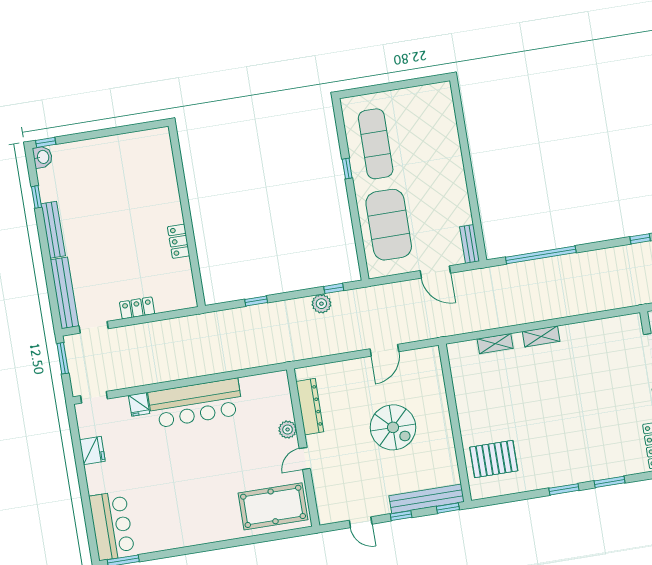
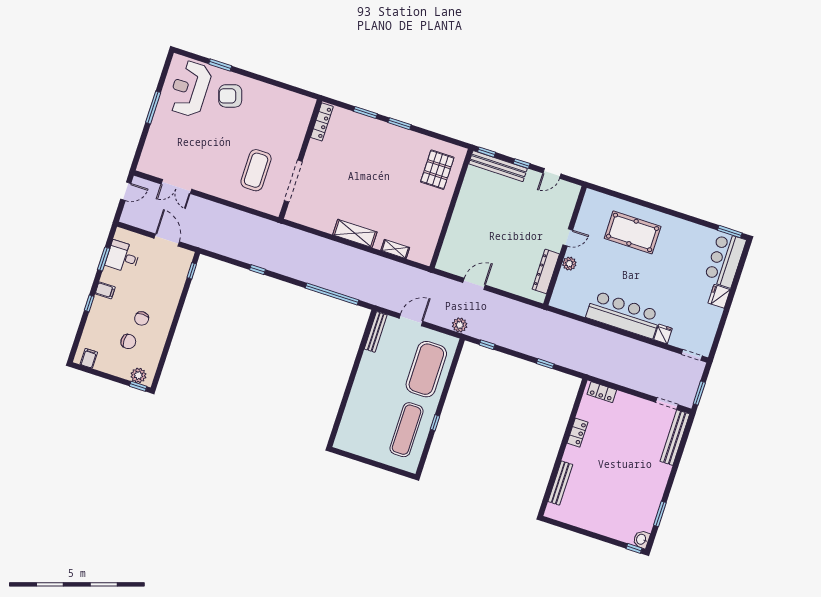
window: (37, 197) -> (660, 514), width x1.50
bench: (53, 230) -> (560, 483), moved
bench: (470, 244) -> (376, 332), width x1.36
door: (435, 272) -> (411, 320), hinge flipped
plant: (321, 304) -> (460, 325), moved
locker: (137, 308) -> (602, 392), moved
shelving: (541, 336) -> (355, 233), width x1.50, depth x1.33
spiral stairs: (393, 427) -> (496, 227), removed
fridge: (92, 451) -> (719, 296), moved
pallet: (494, 459) -> (437, 170), turned 90
pool table: (273, 506) -> (633, 232), moved
door: (361, 522) -> (552, 173), swing flipped

